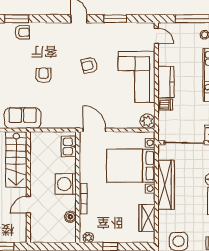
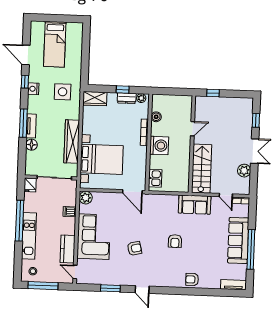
window: (17, 19) -> (197, 292), removed
kitchen counter: (166, 82) -> (68, 249), moved
wardrobe: (147, 218) -> (95, 99), moved, turned 90
dresser: (105, 237) -> (127, 98), added

